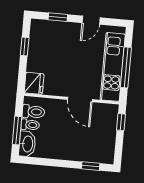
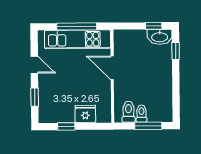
fridge: (34, 83) -> (85, 114), moved
door: (80, 100) -> (112, 68), swing flipped
window: (121, 122) -> (154, 26), moved
washbasin: (27, 144) -> (160, 37), moved, turned 180

